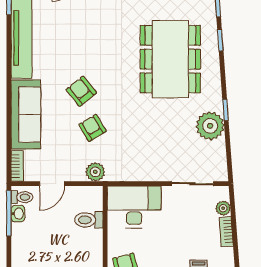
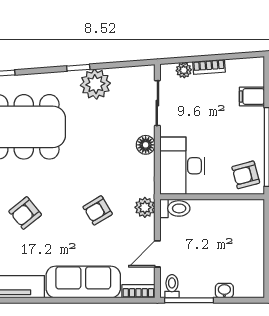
armchair: (81, 91) -> (25, 213), moved
floor lamp: (154, 173) -> (146, 145), added
door: (52, 184) -> (157, 254), swing flipped
washbasin: (18, 214) -> (224, 291), moved
toilet: (89, 220) -> (175, 208), moved, turned -90

